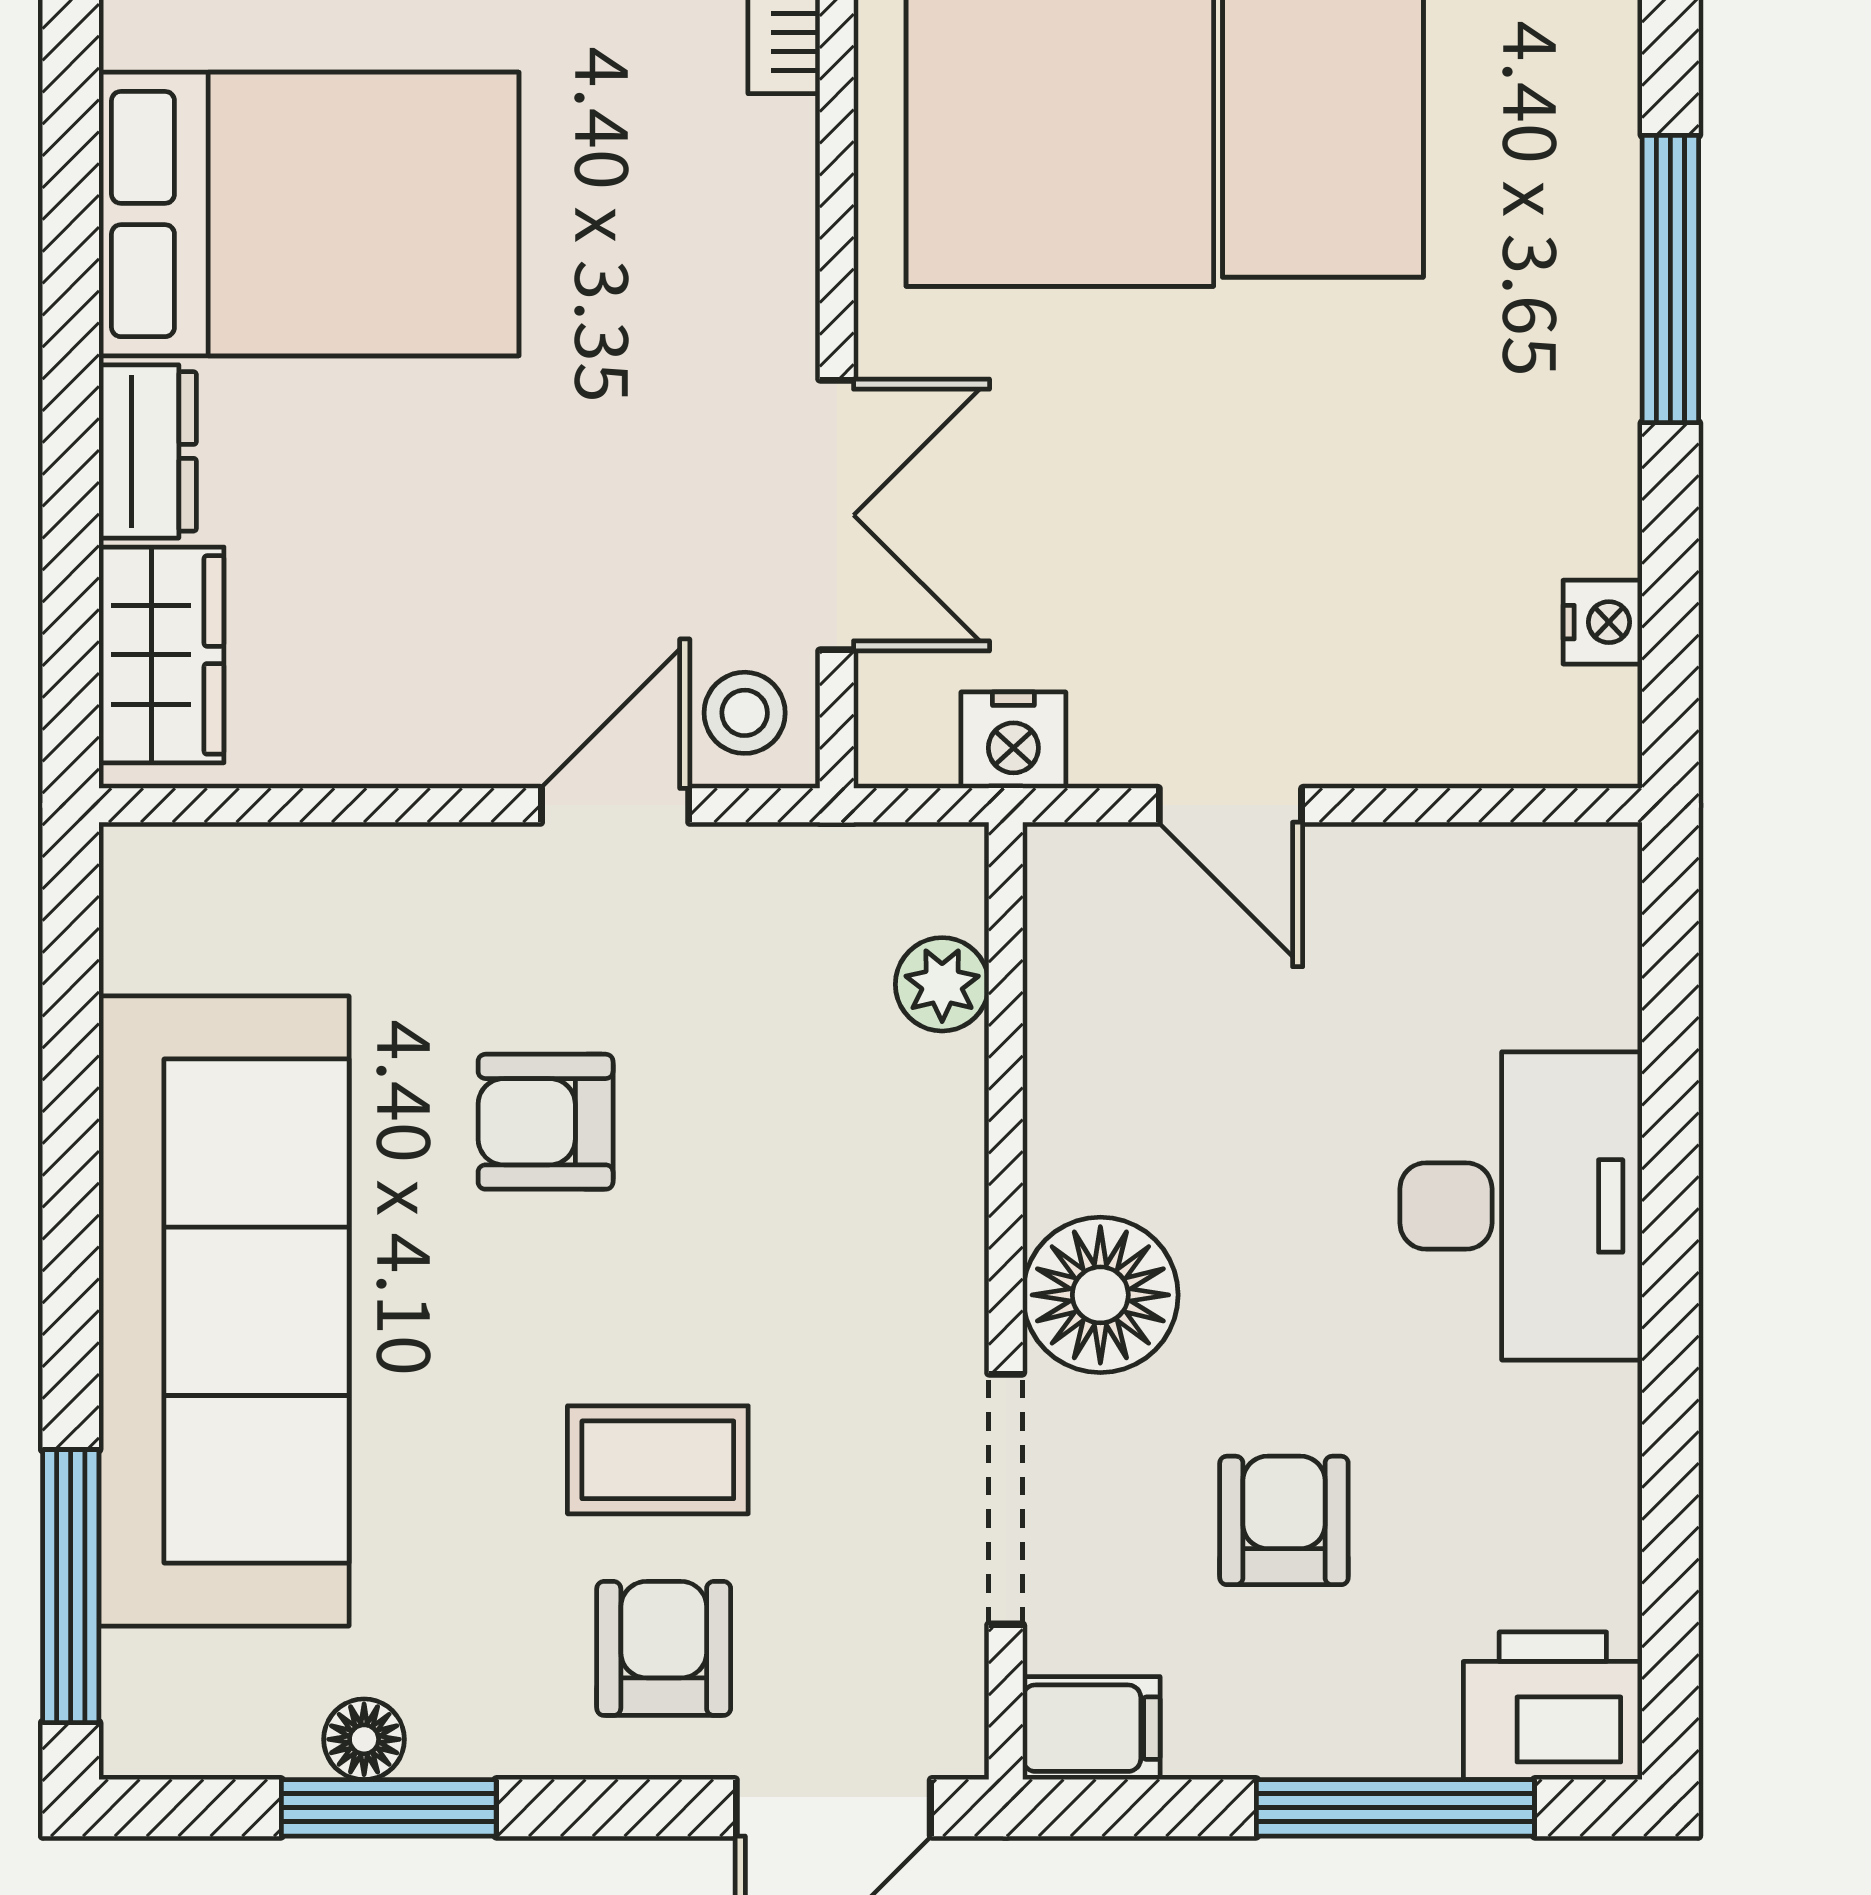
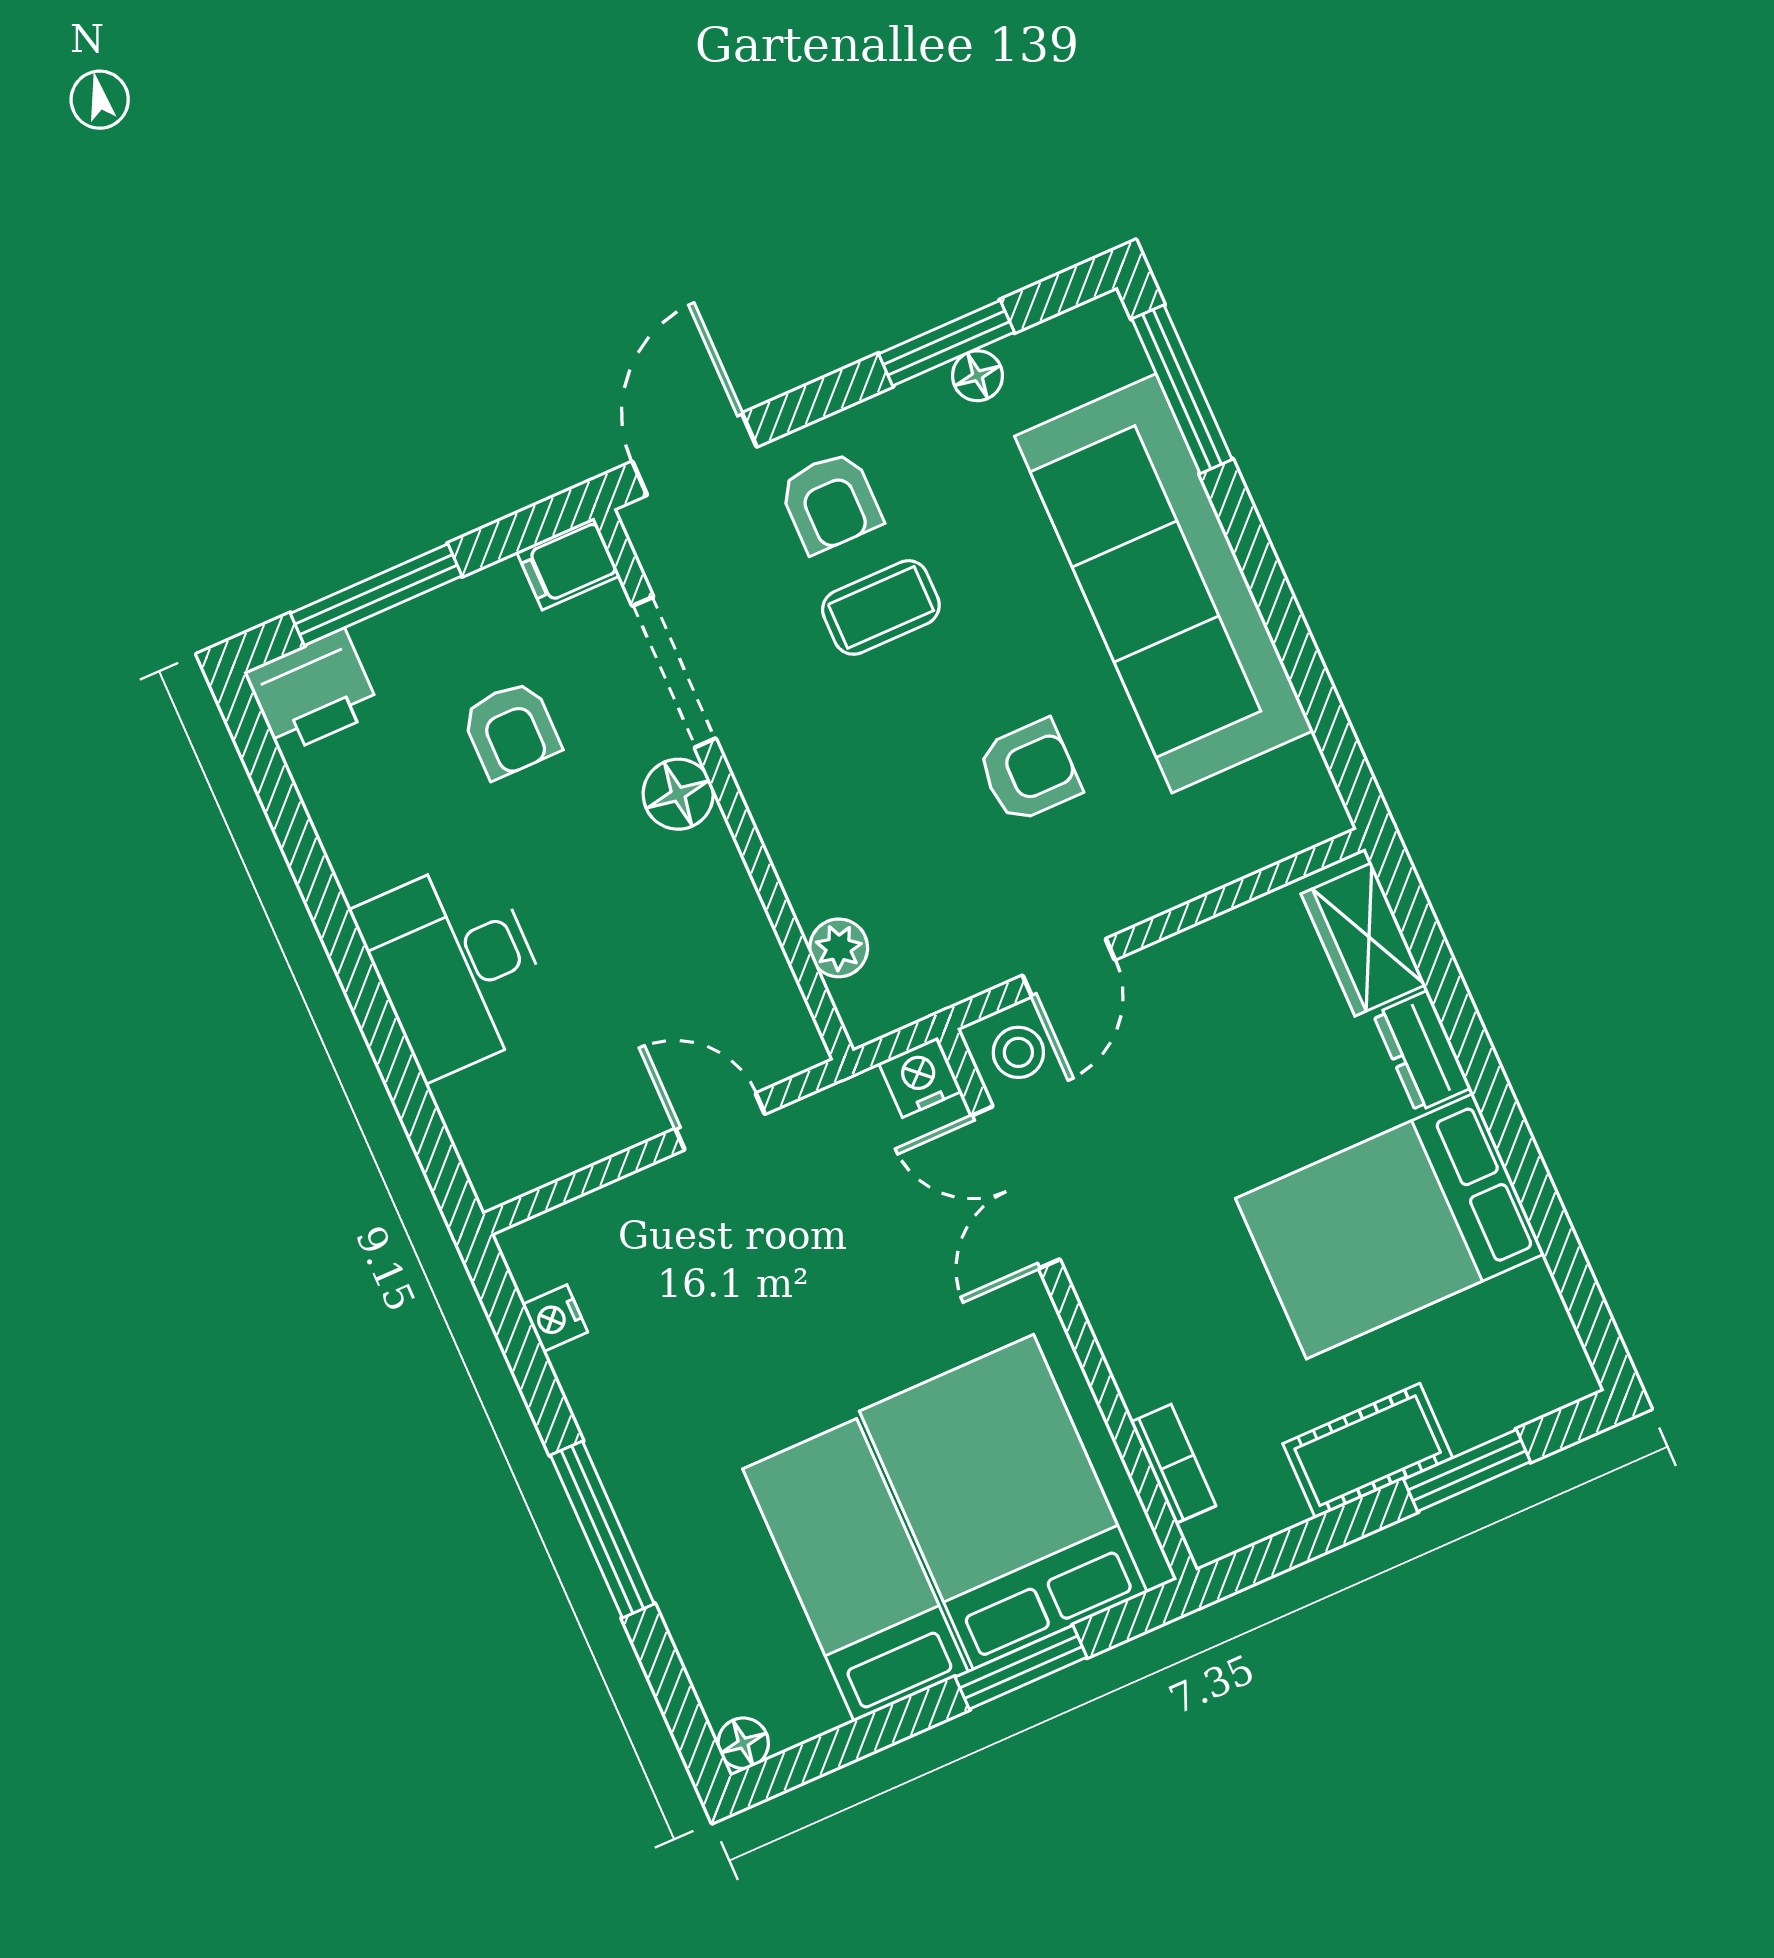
nightstand: (1013, 740) -> (920, 1077), moved
floor lamp: (1100, 1295) -> (678, 794), width x0.73, depth x0.73

